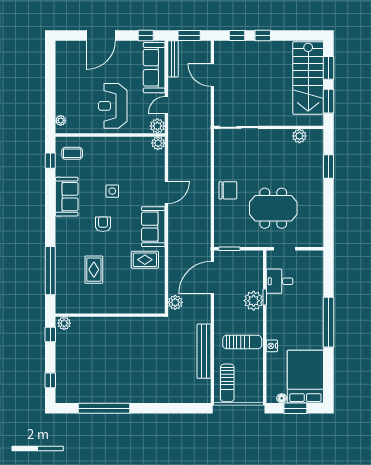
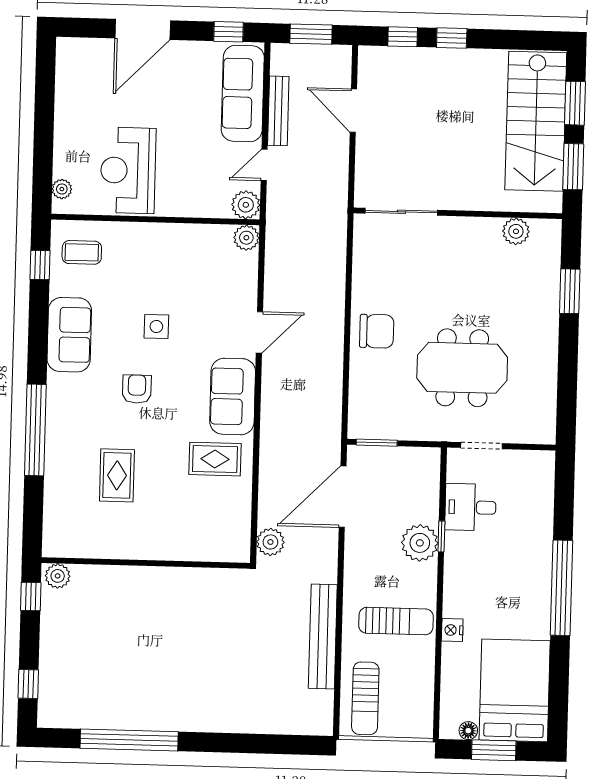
bench: (173, 59) -> (278, 111), moved
reception desk: (113, 106) -> (128, 170), moved
window: (50, 271) -> (35, 430), moved

